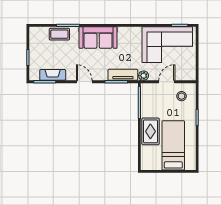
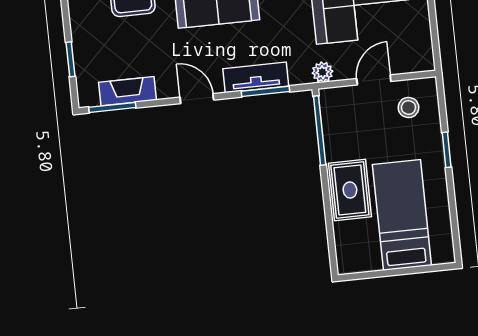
tv unit: (123, 75) -> (256, 77), moved

